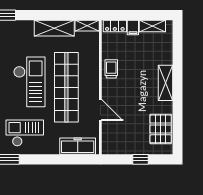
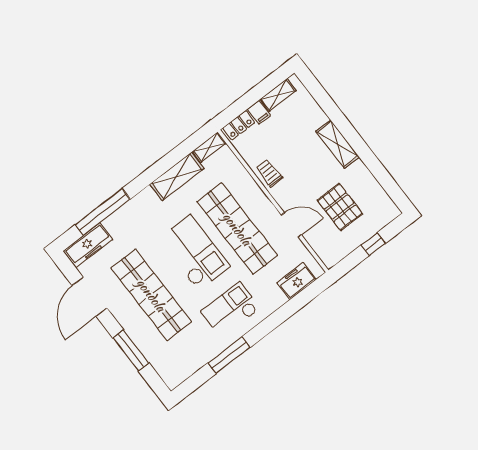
pallet: (161, 129) -> (340, 207), moved
freezer: (78, 146) -> (297, 281), width x0.71

